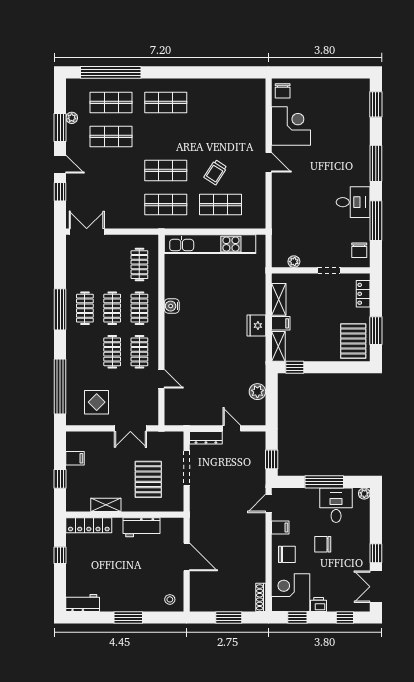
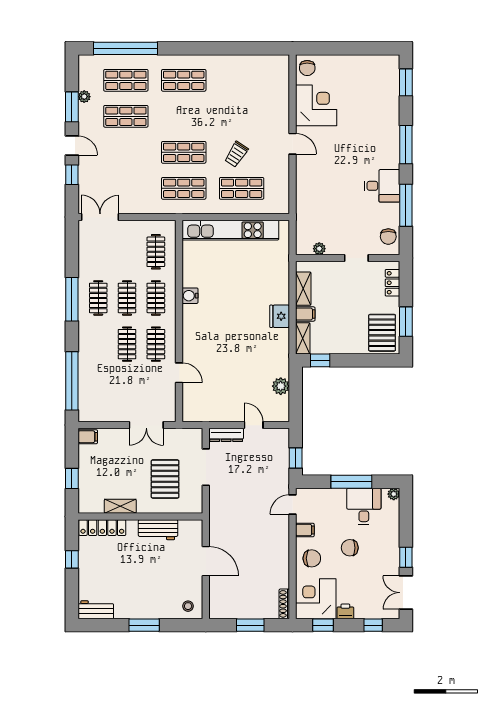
display table: (97, 402) -> (111, 397), removed
filing cabinet: (75, 458) -> (88, 437), moved

